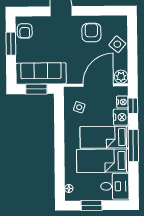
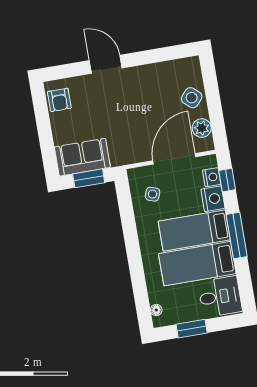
armchair: (91, 33) -> (153, 87), removed
window: (11, 44) -> (43, 121), removed
sofa: (41, 73) -> (82, 157), width x0.73
plant: (121, 77) -> (202, 128), moved

